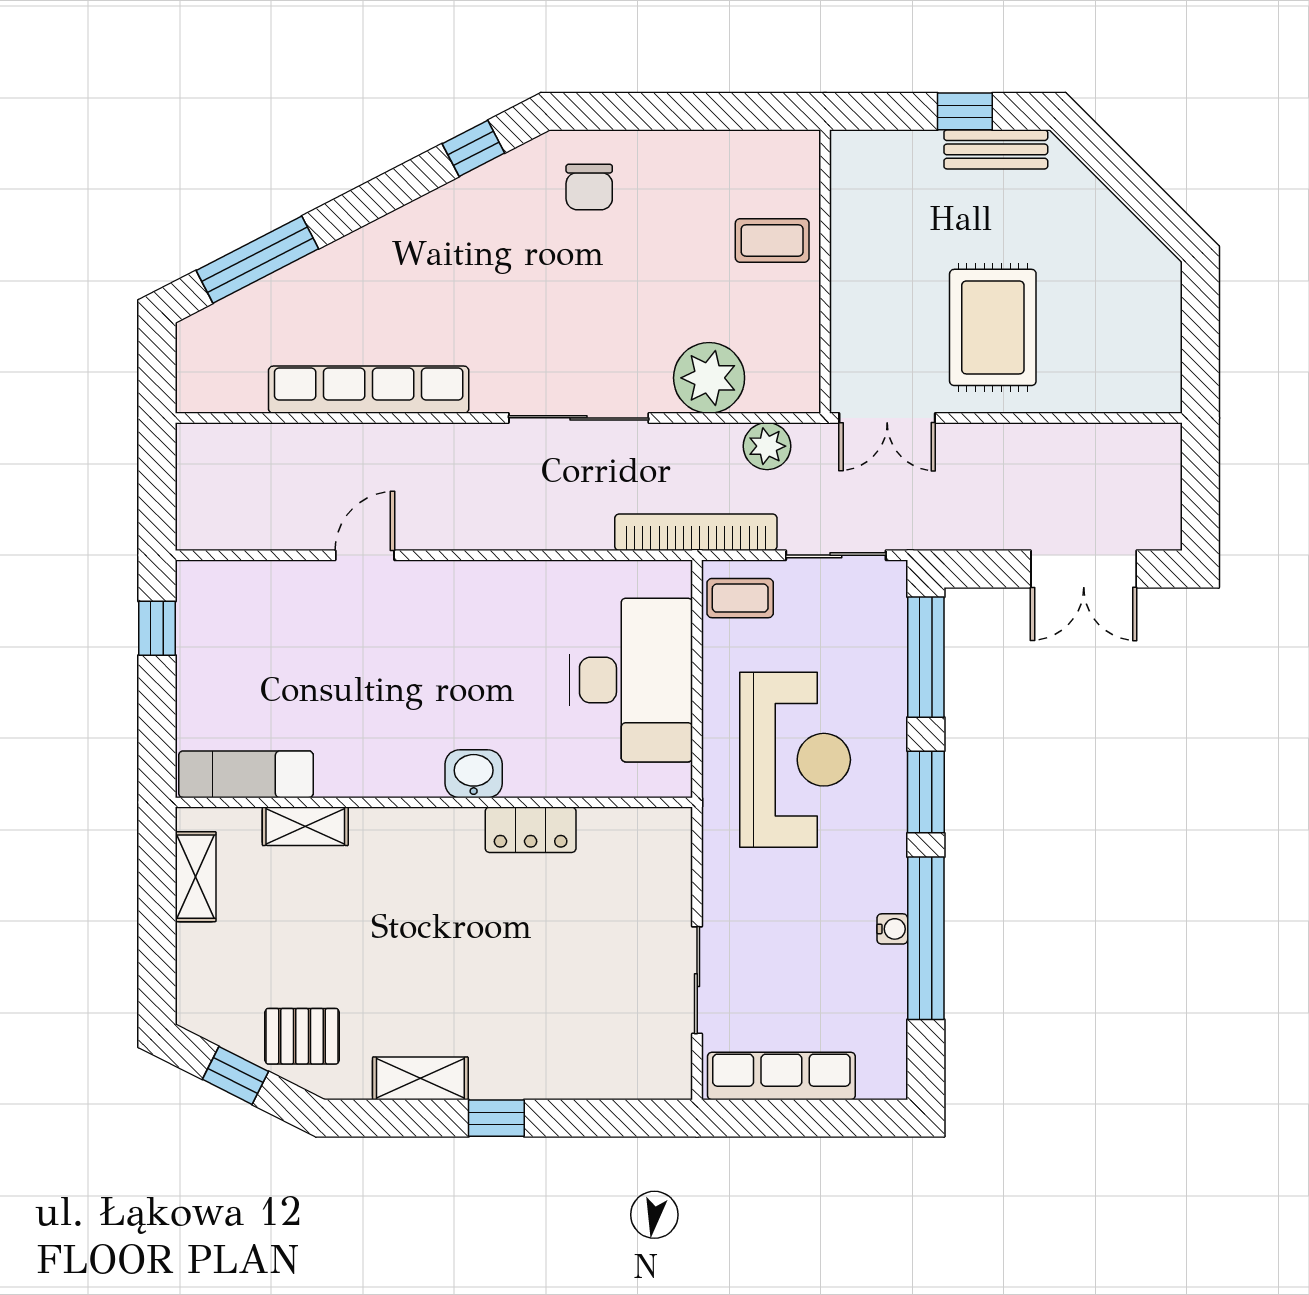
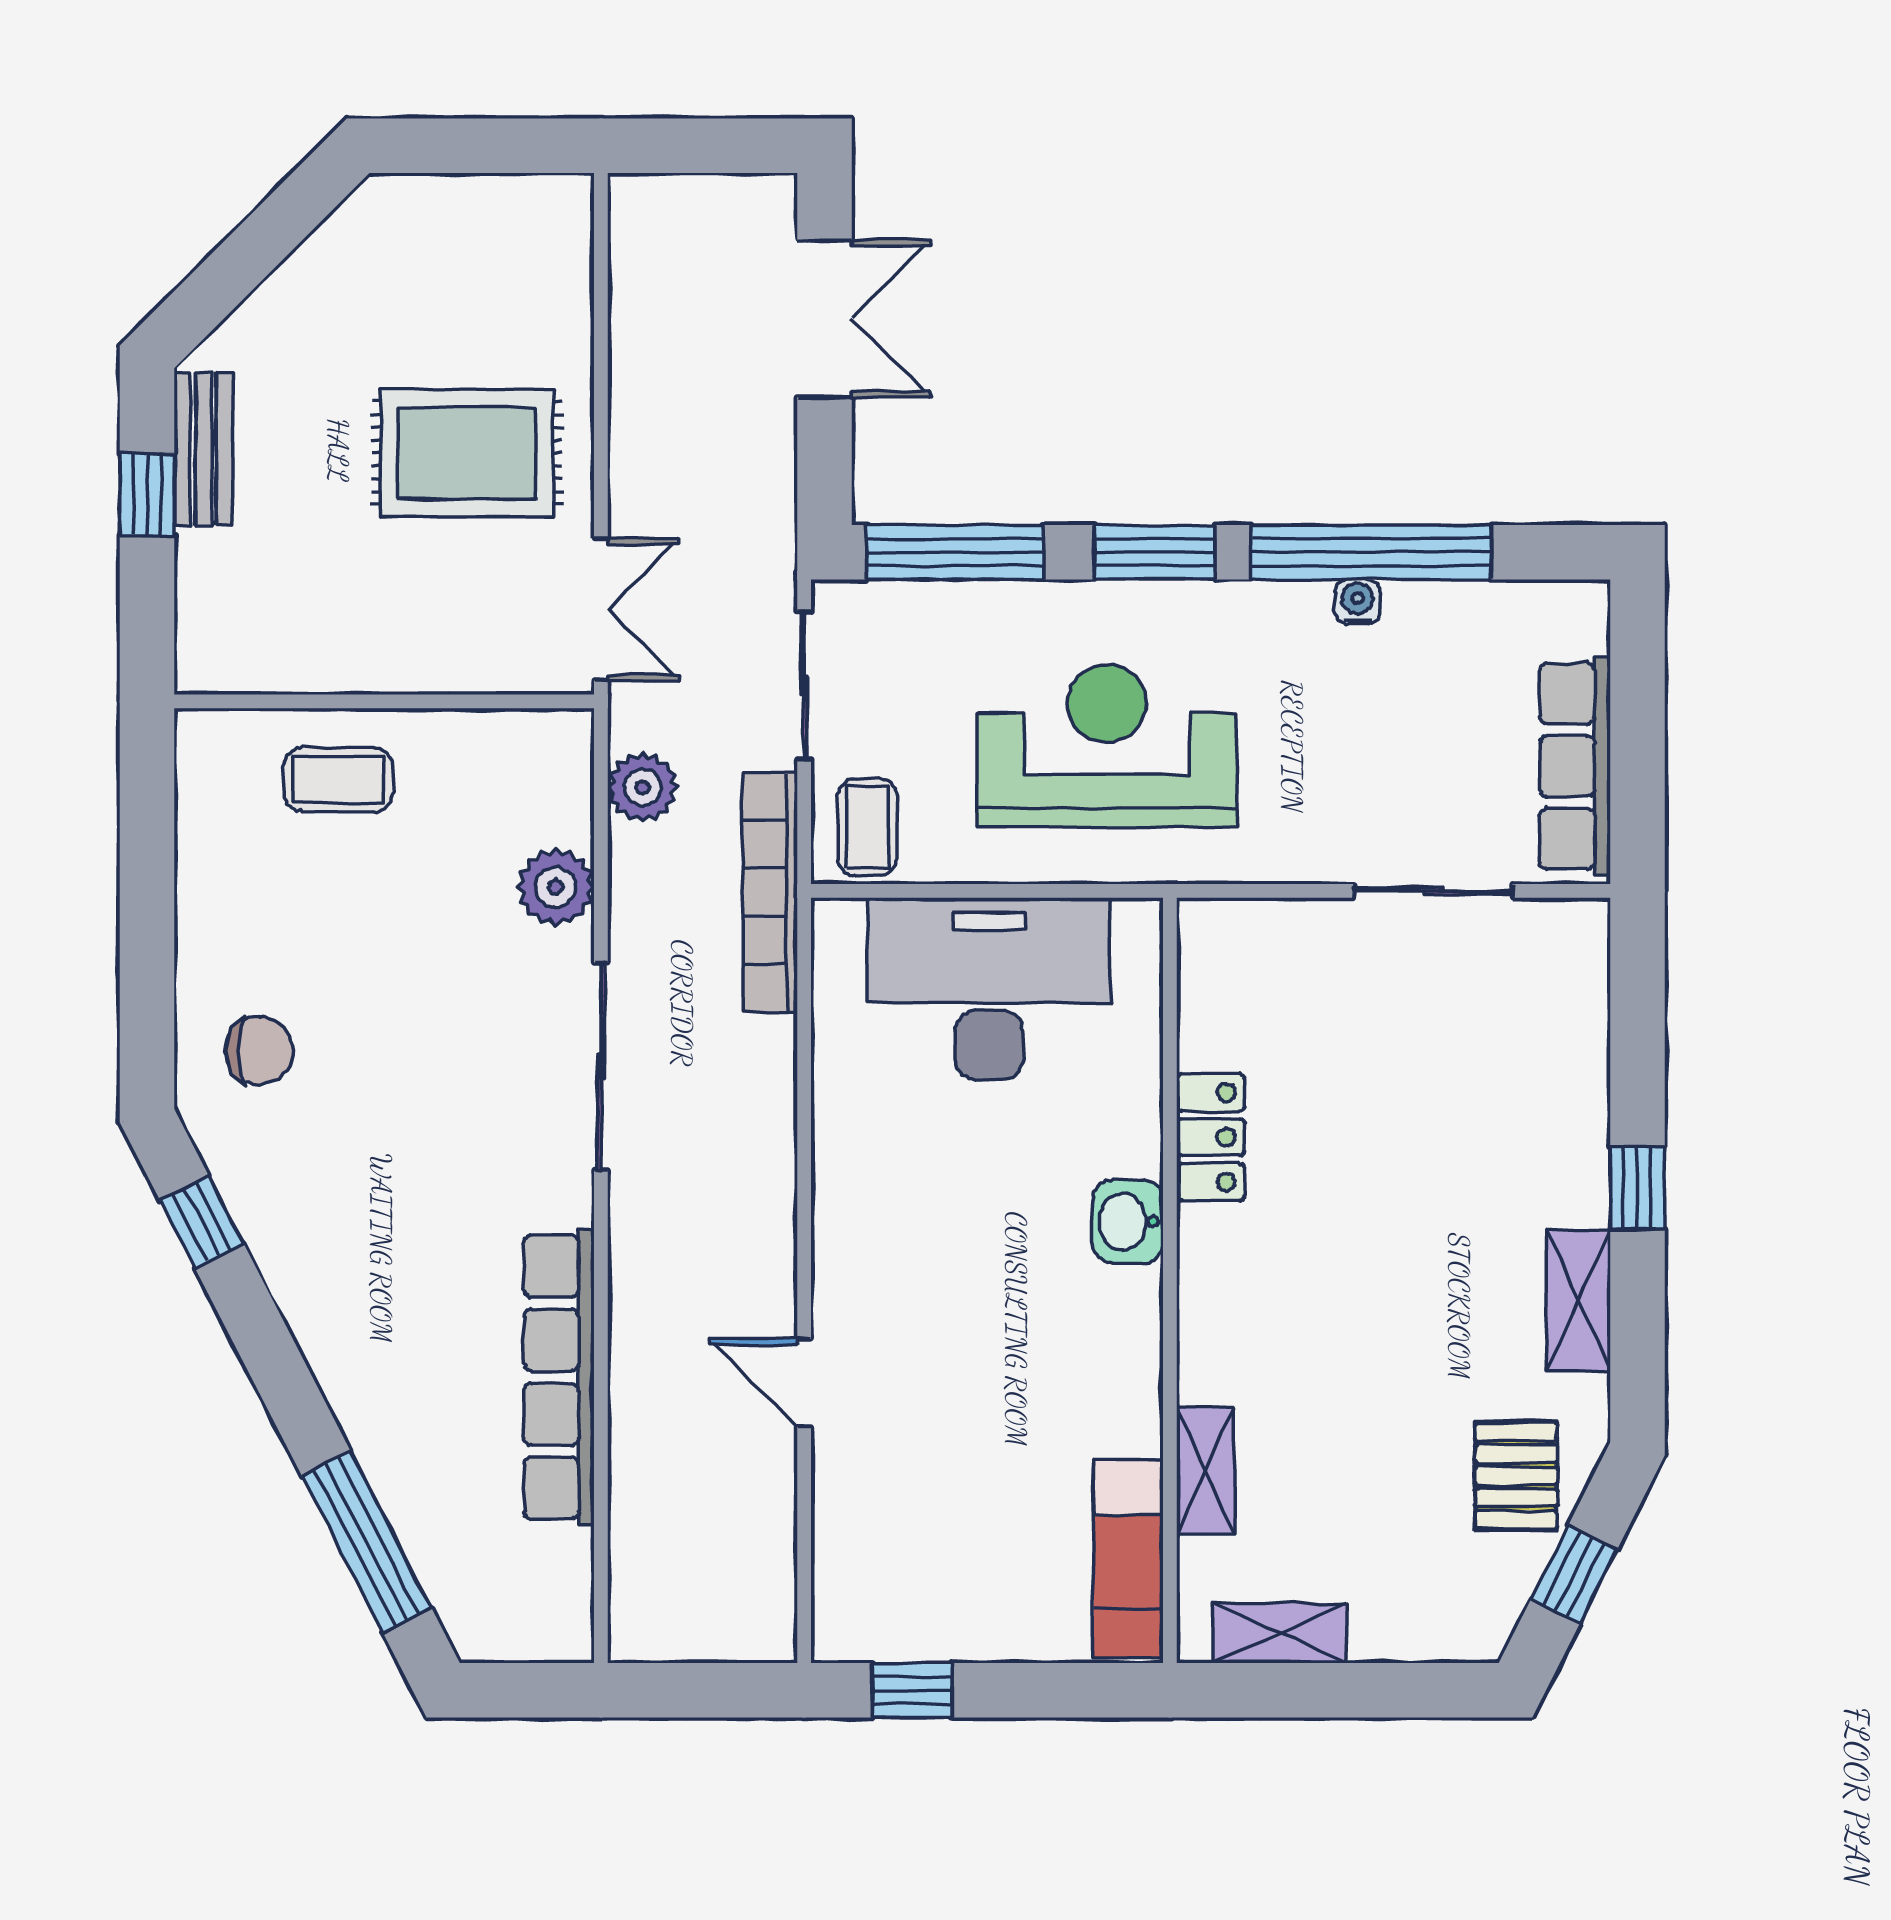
coffee table: (772, 240) -> (338, 780), turned 90
plant: (709, 378) -> (556, 887), width x0.73, depth x0.73

